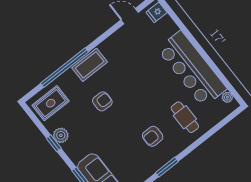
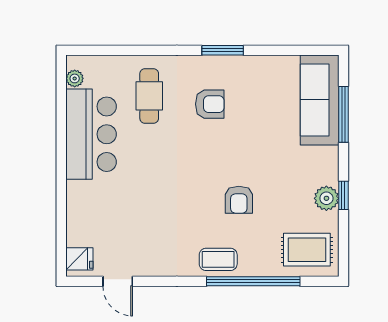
coffee table: (90, 65) -> (218, 259), width x0.73, depth x0.77
bar counter: (192, 69) -> (91, 134), width x0.73
armchair: (102, 101) -> (239, 200), turned -90

